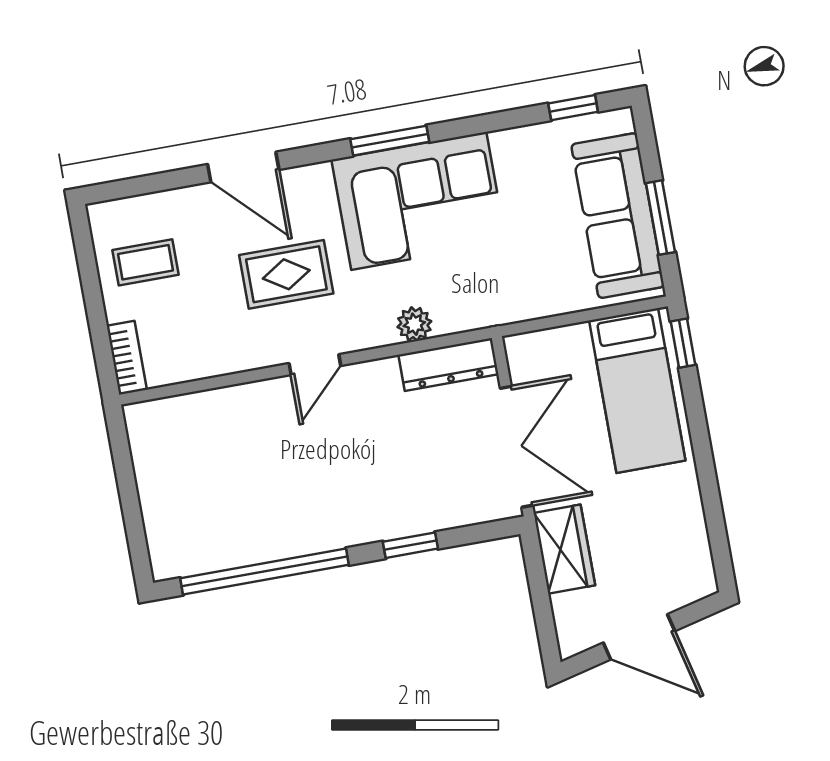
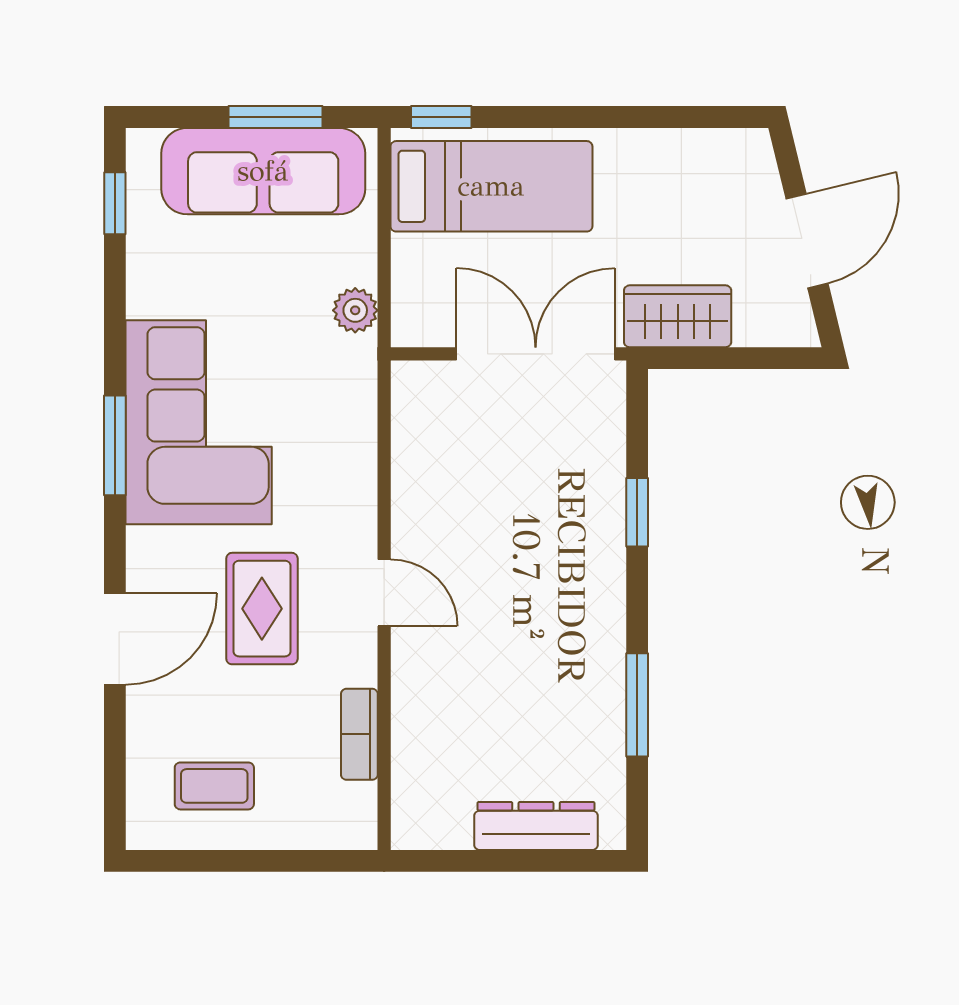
coffee table: (145, 262) -> (214, 786), turned 90
plant: (414, 324) -> (355, 310), moved
bookcase: (127, 358) -> (359, 734), moved, turned -90
dresser: (448, 365) -> (536, 826), moved, turned -90
window: (264, 571) -> (637, 705), width x0.47

